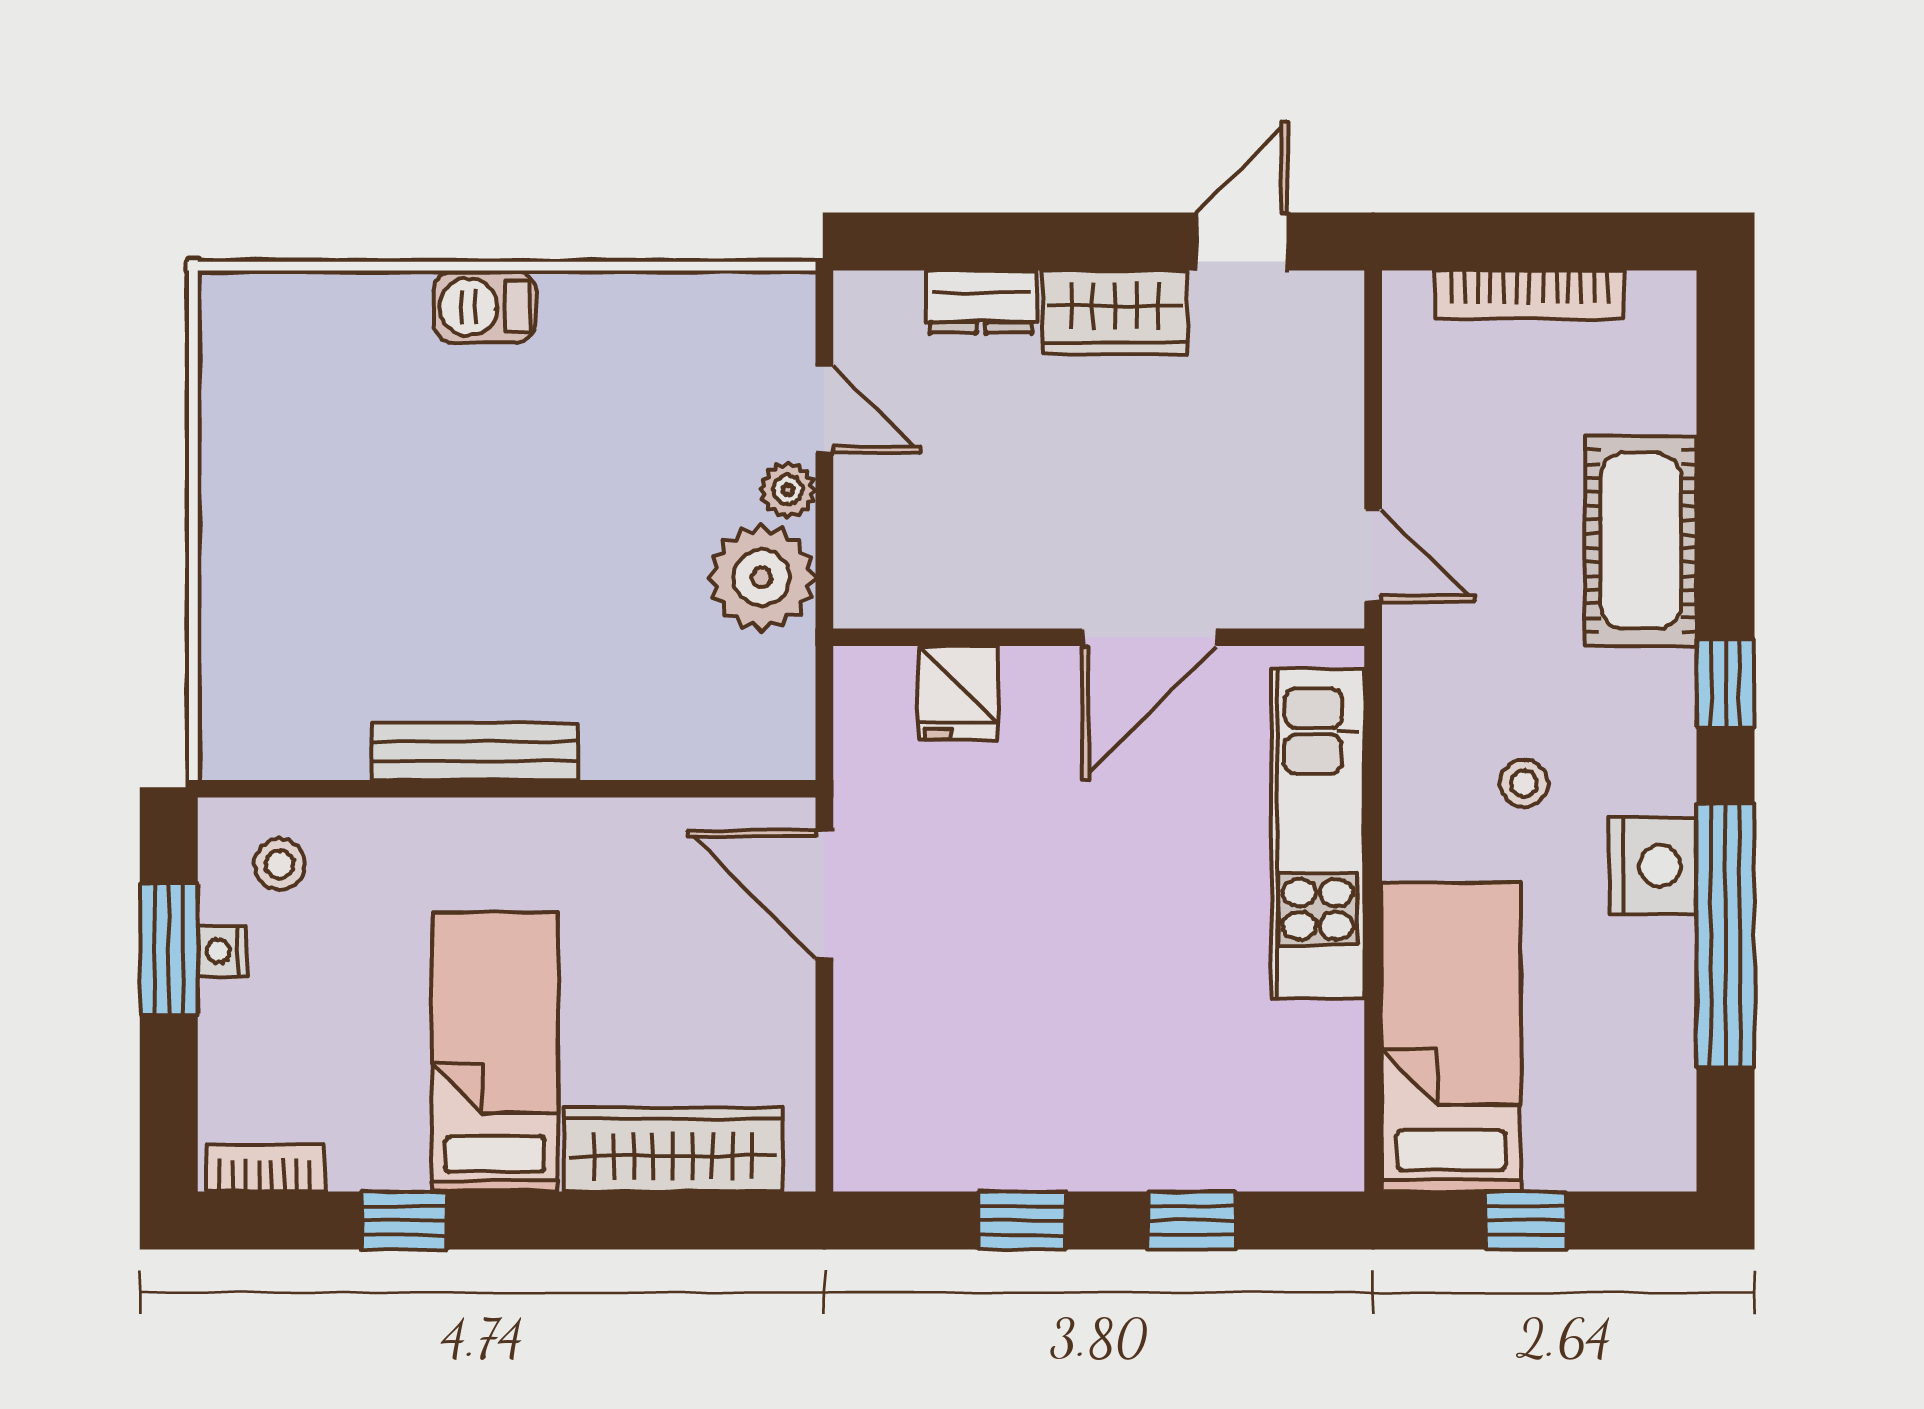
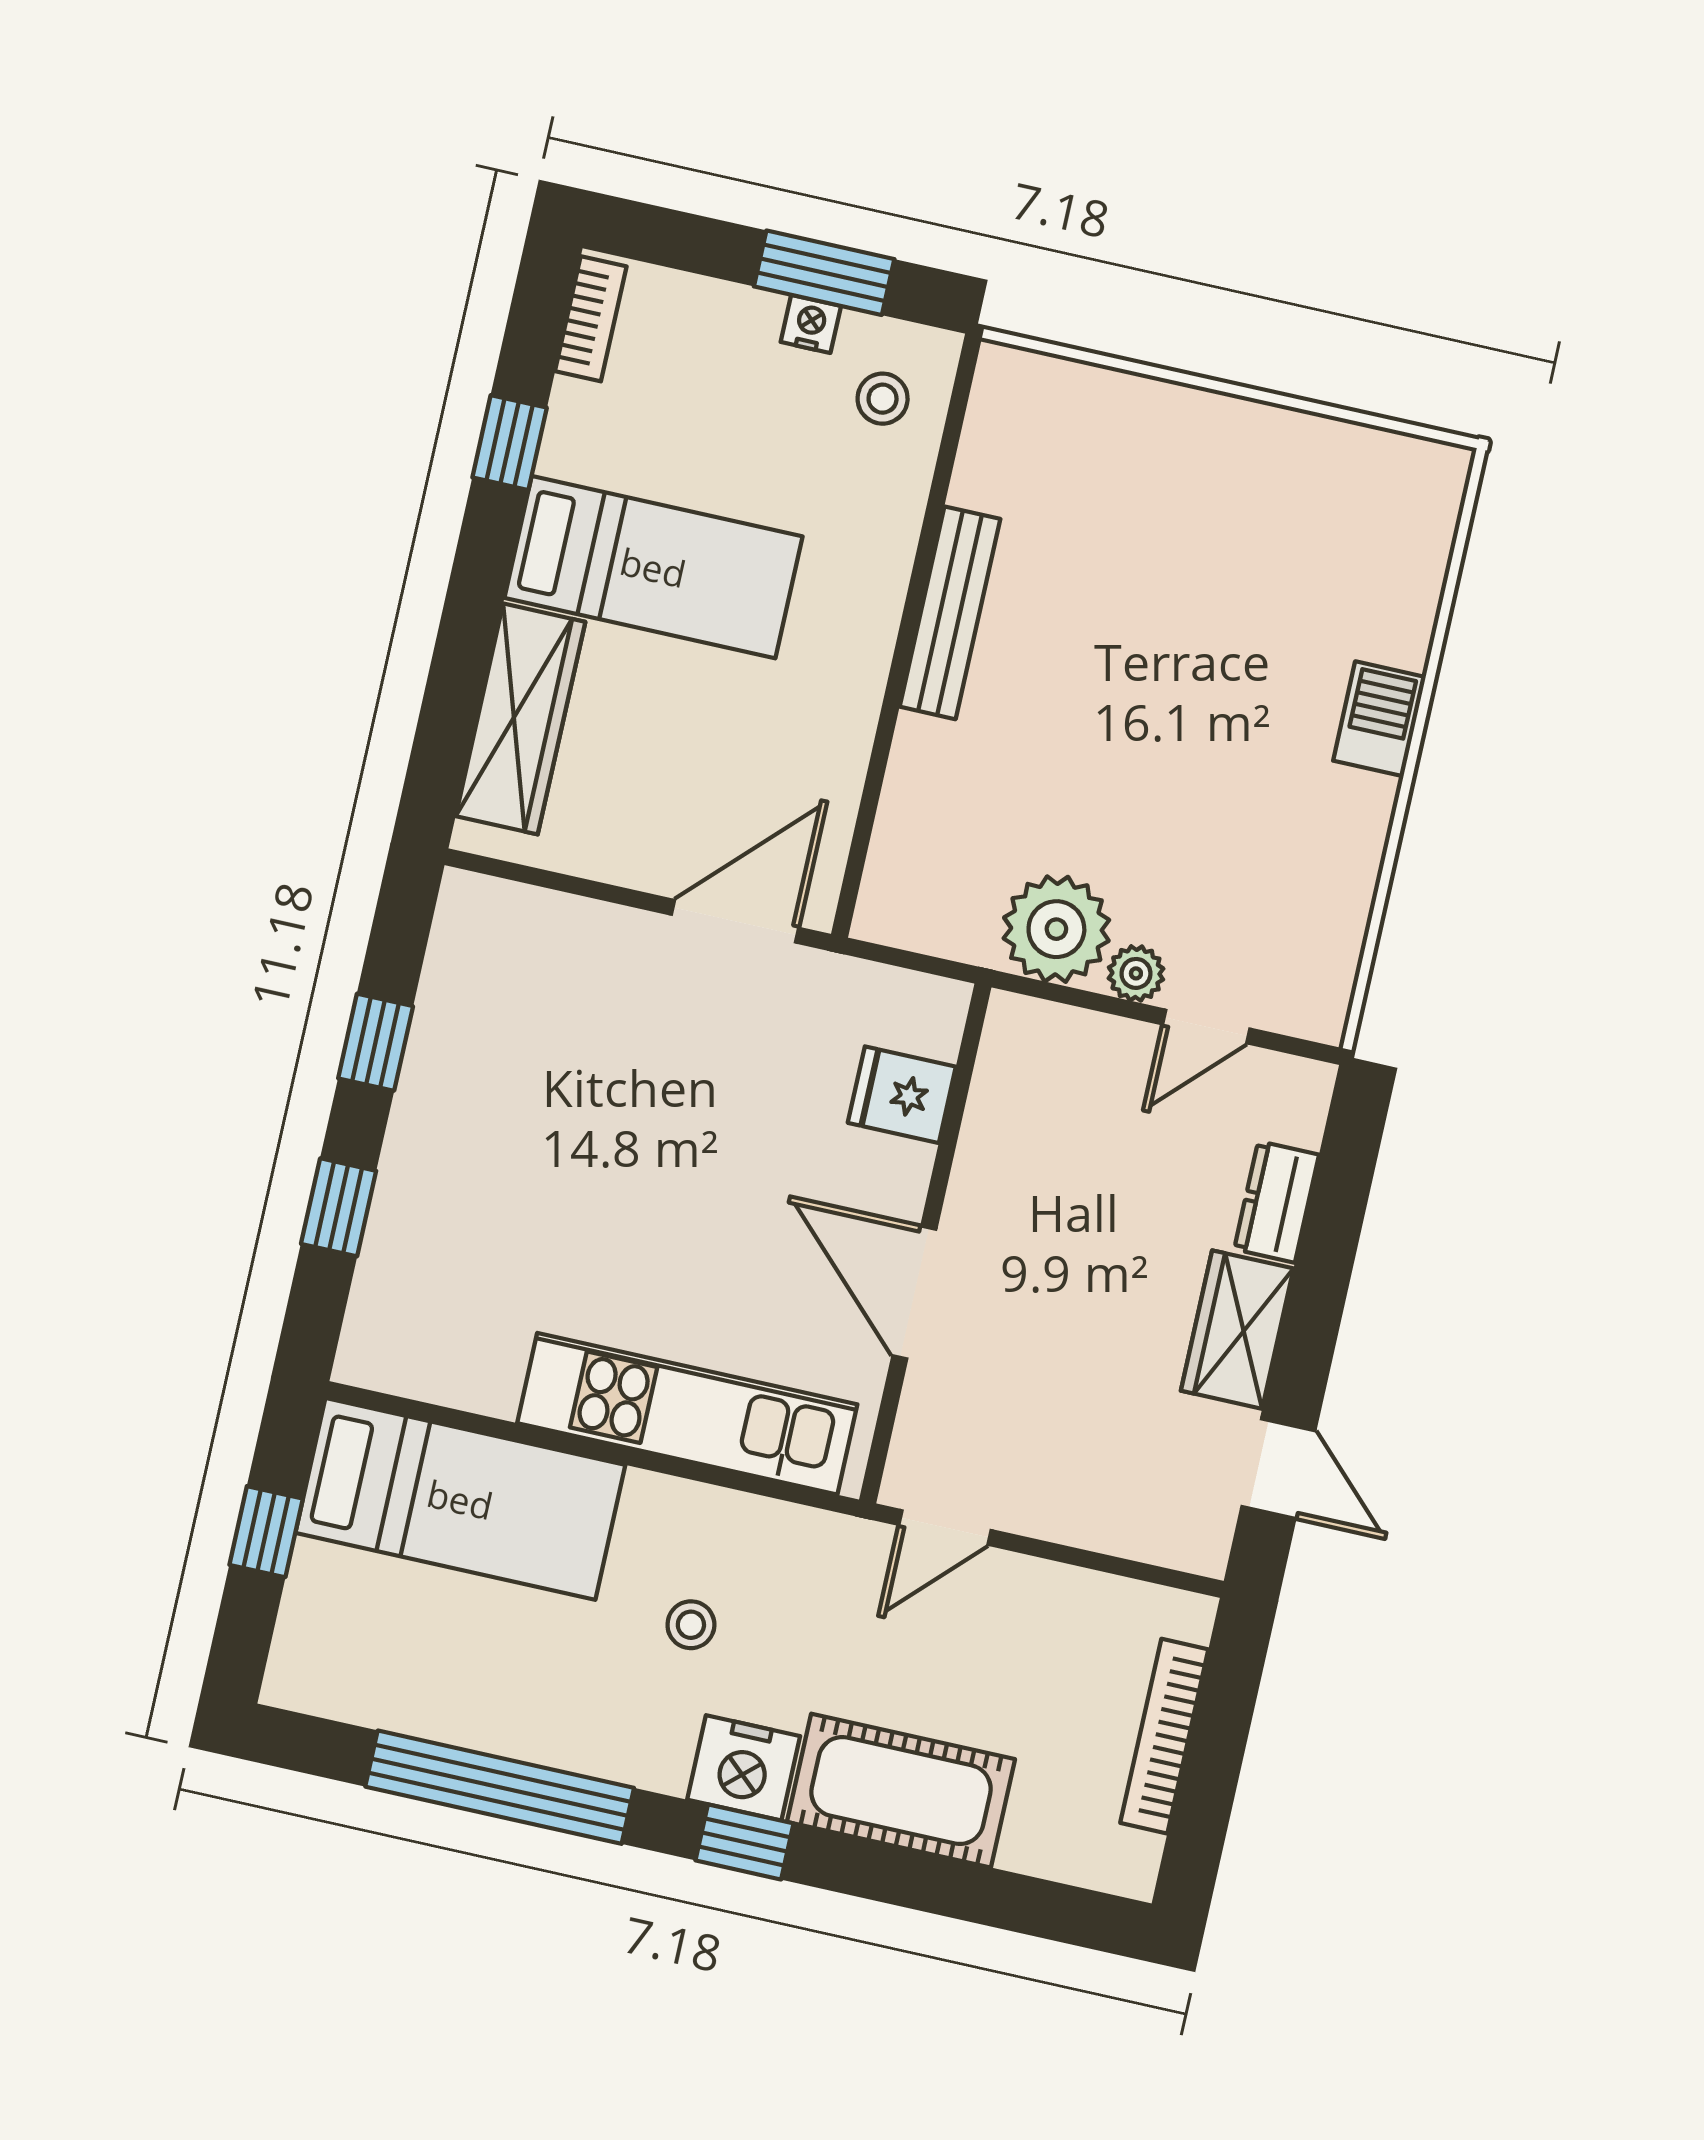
nightstand: (1653, 866) -> (744, 1768), moved

